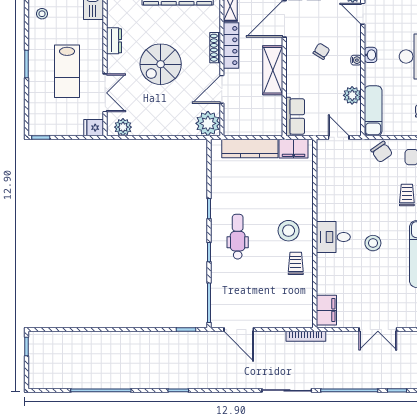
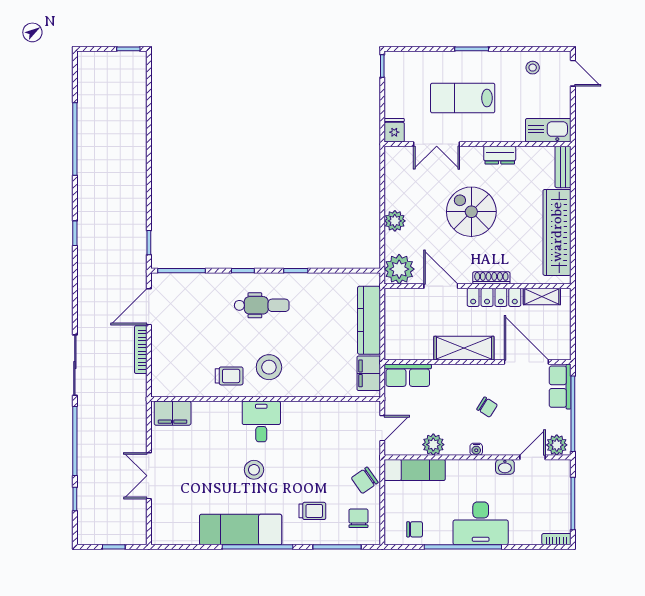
washbasin: (371, 55) -> (505, 467), moved
plant: (123, 127) -> (395, 221), moved
bookcase: (306, 336) -> (141, 350), moved

